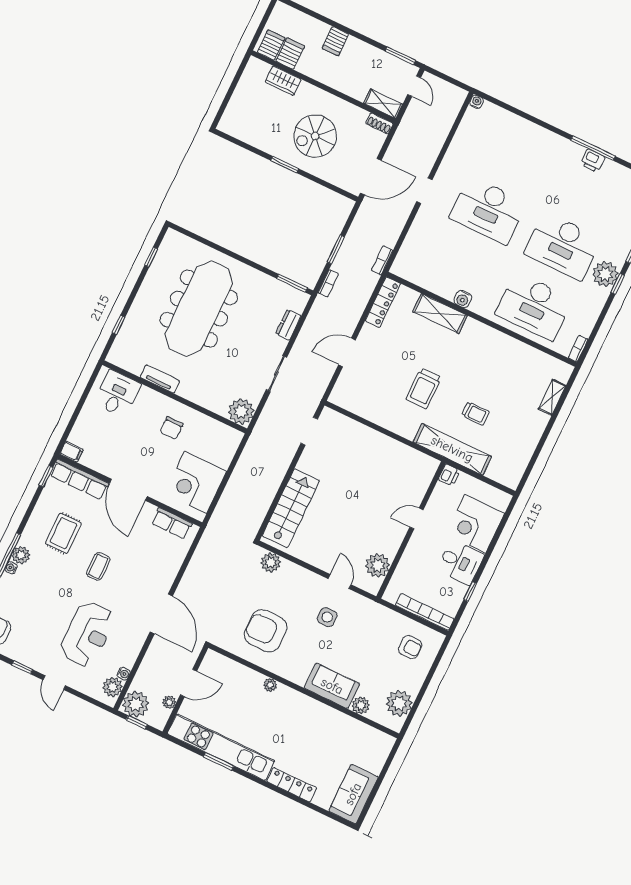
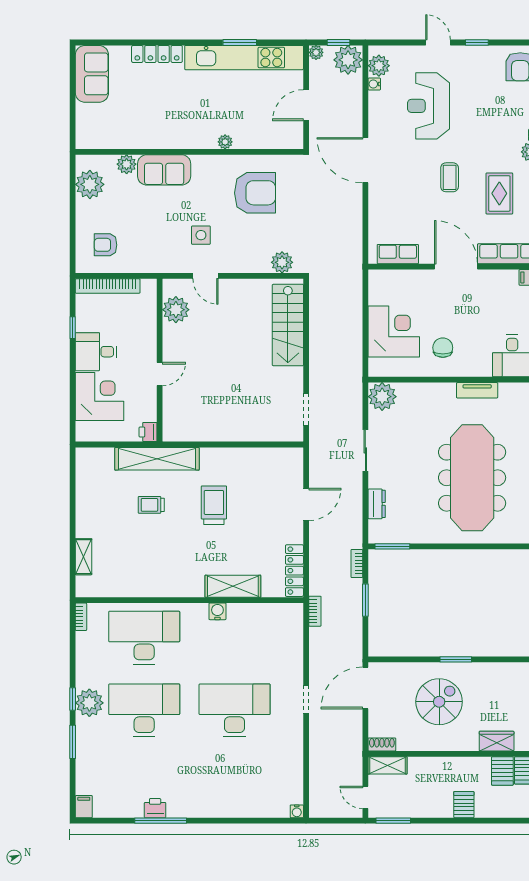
corner desk: (195, 482) -> (394, 332), moved
plant: (169, 702) -> (316, 52), moved

